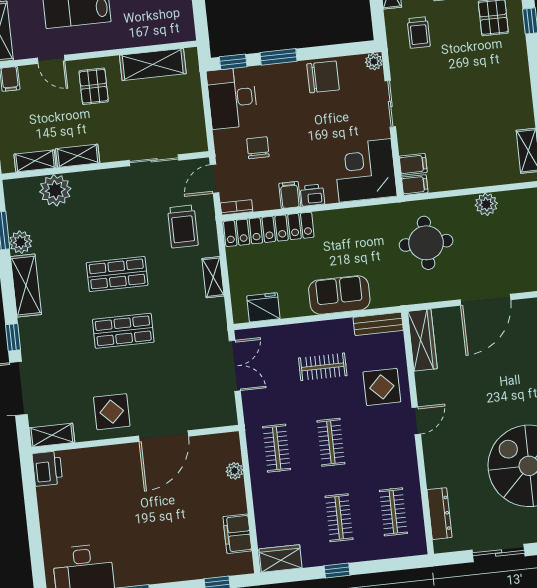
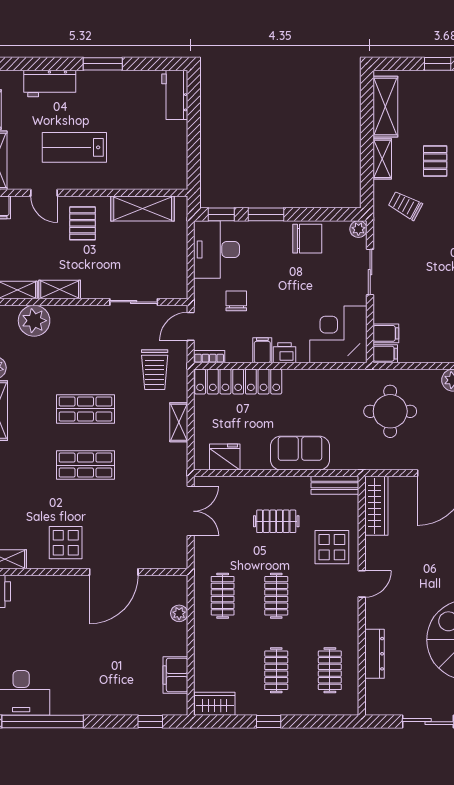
trolley: (419, 33) -> (405, 205), turned 118
dresser: (439, 514) -> (375, 654), moved

